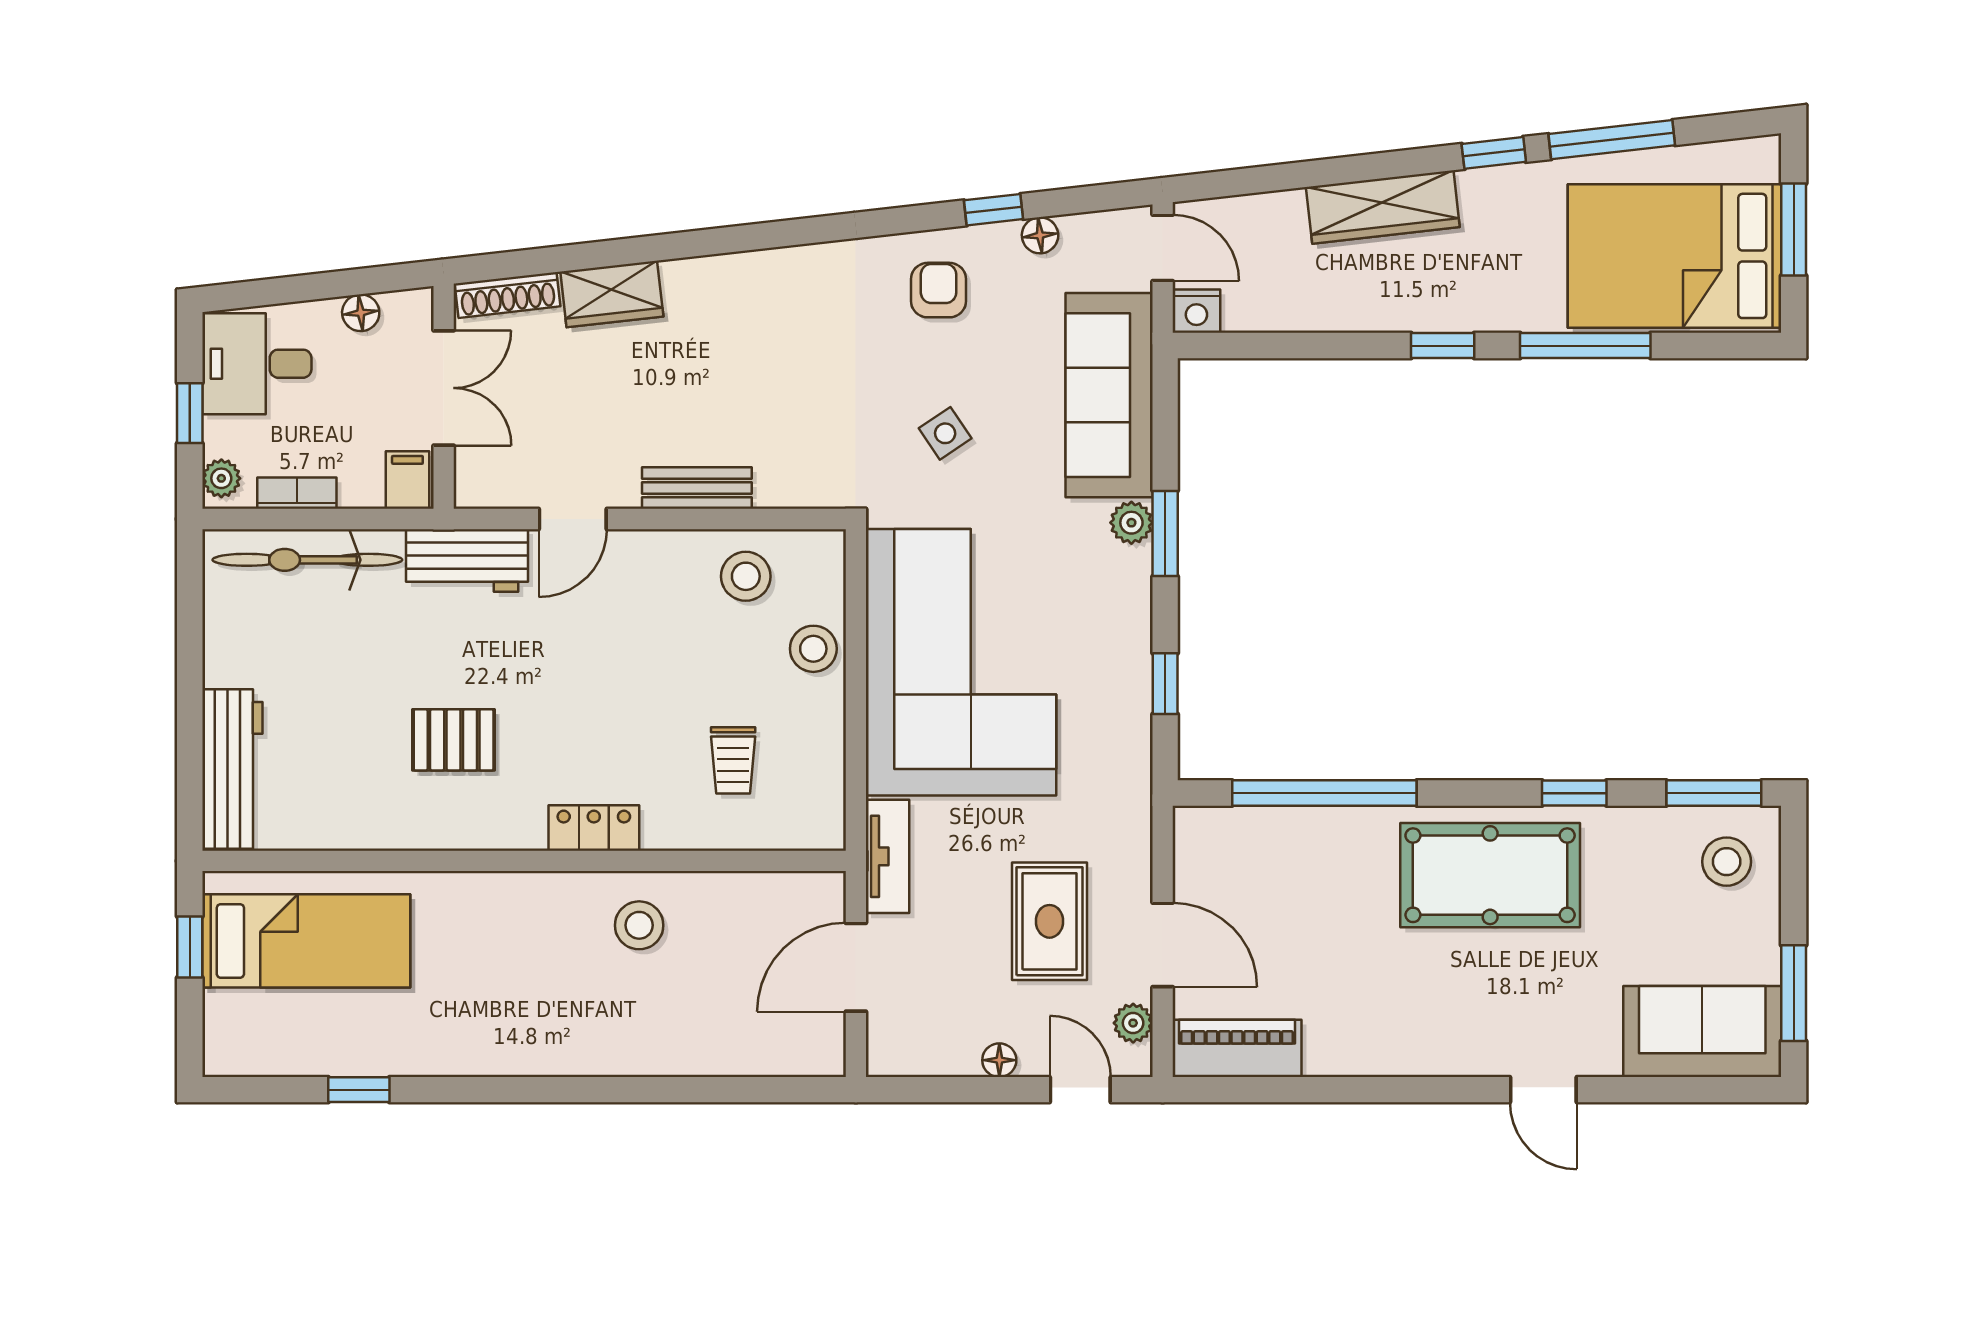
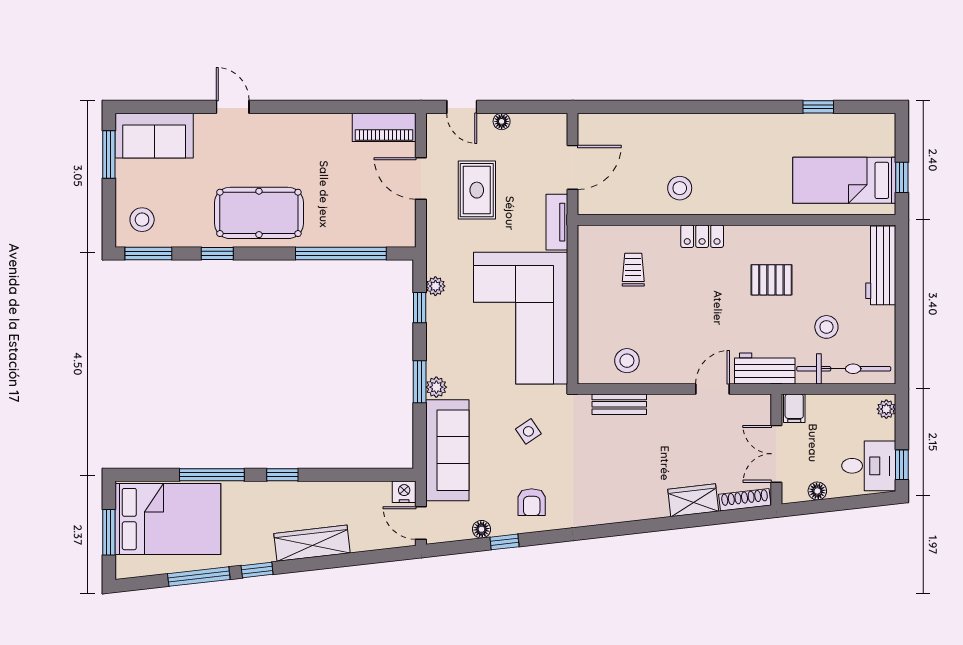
window: (190, 413) -> (902, 465), moved
bench: (697, 488) -> (619, 404), moved
bookcase: (297, 493) -> (849, 402), removed
stool: (813, 649) -> (826, 327), moved
plant: (1133, 1023) -> (435, 286), moved

